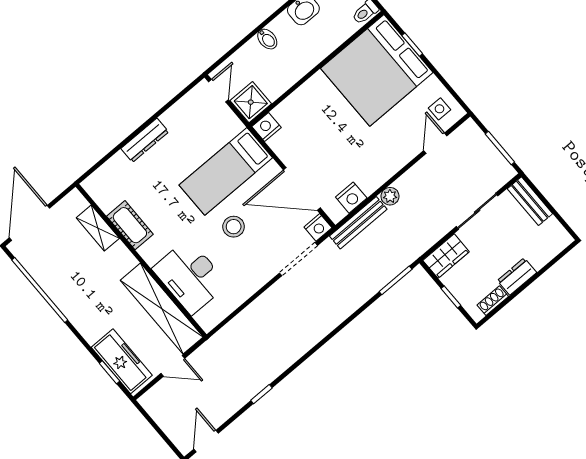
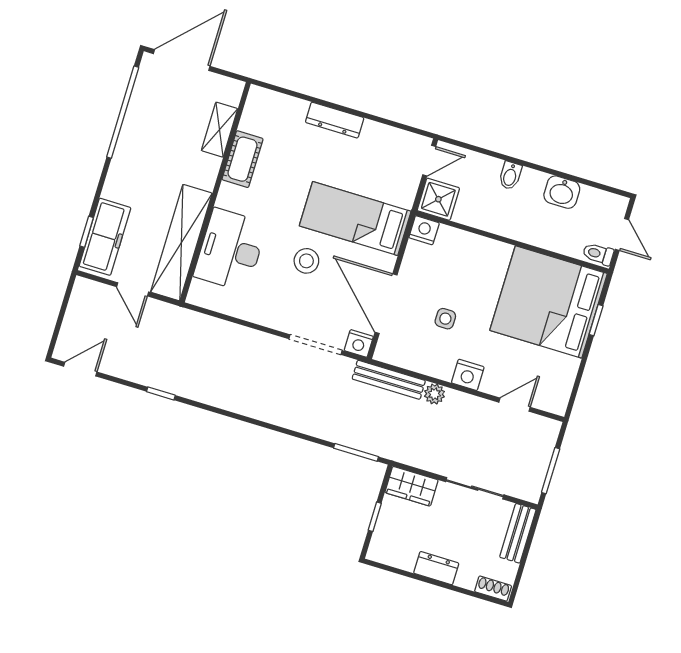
side table: (440, 109) -> (445, 319), moved
nightstand: (351, 198) -> (468, 375), moved
shoe rack: (493, 301) -> (493, 589), moved

